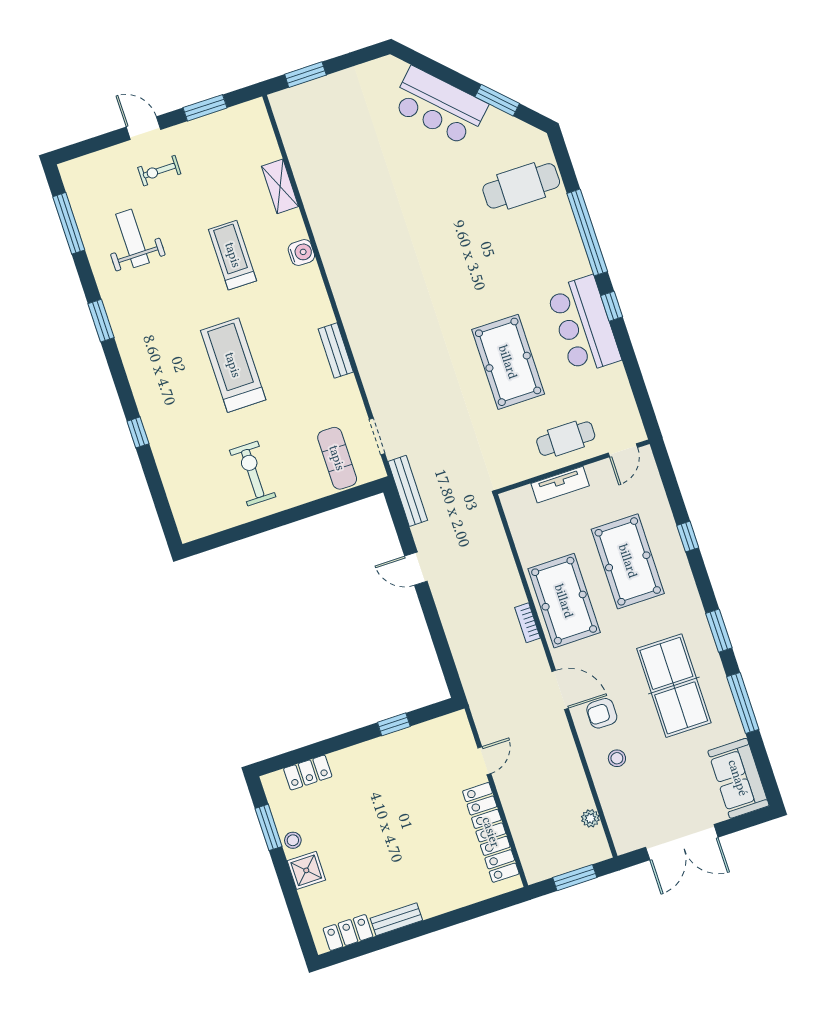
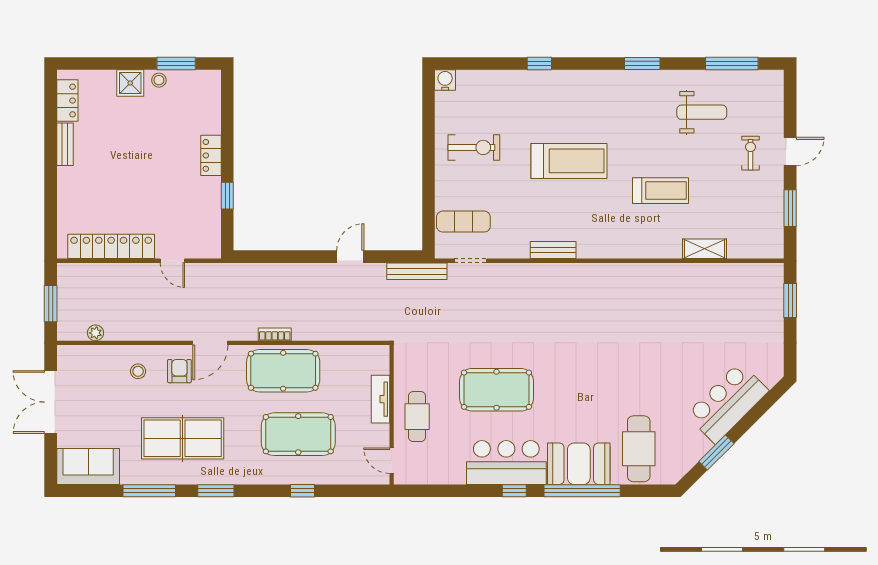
booth: (559, 246) -> (579, 464), added
water cooler: (301, 253) -> (445, 80), moved, turned 180
locker: (308, 773) -> (211, 155), moved

